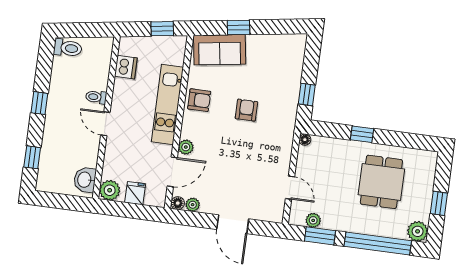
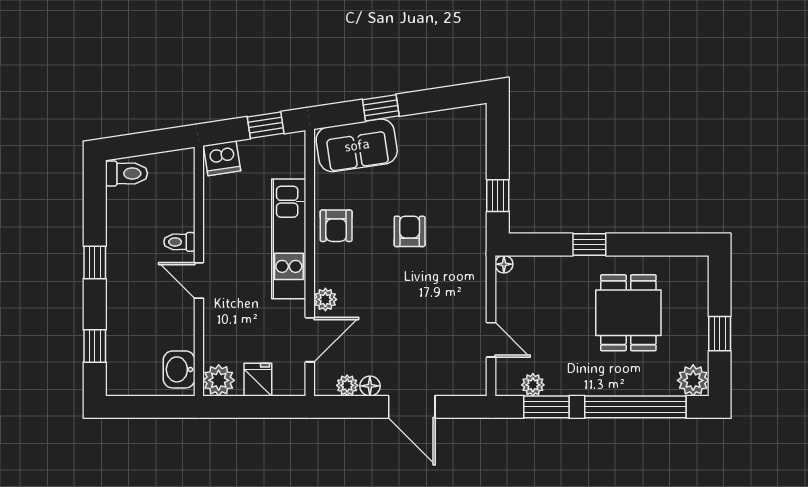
dishwasher: (126, 67) -> (222, 158), moved, turned 81
armchair: (199, 100) -> (336, 226), turned 90
floor lamp: (178, 203) -> (370, 386), moved

